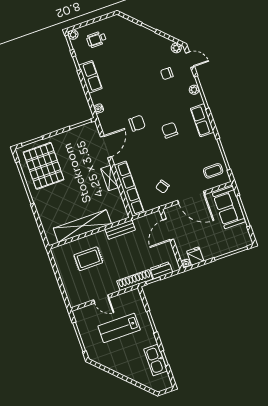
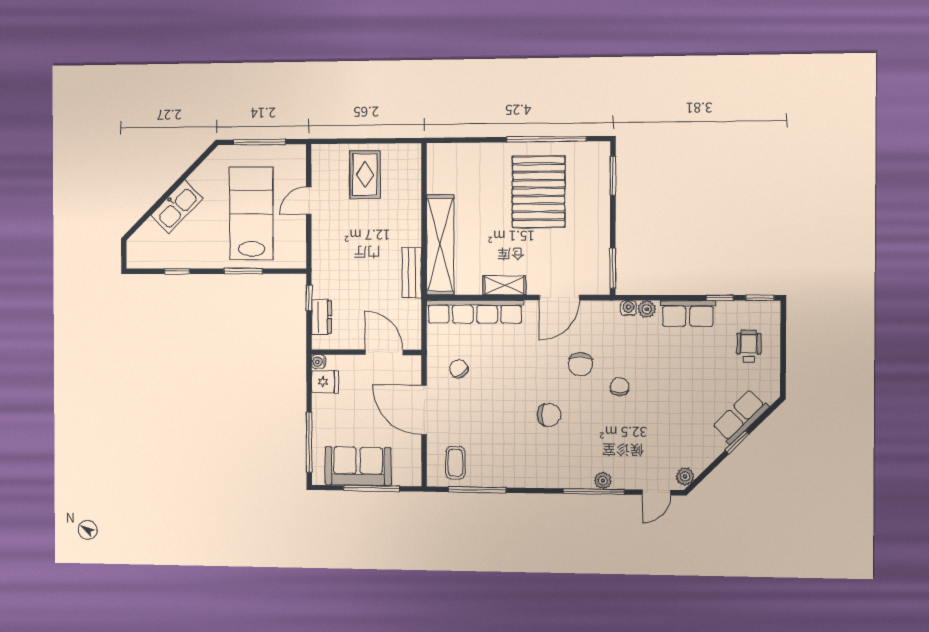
plant: (73, 35) -> (647, 309), moved
chair: (167, 74) -> (620, 387), moved
row of seats: (202, 120) -> (740, 417), moved, turned -45
door: (106, 147) -> (559, 298), hinge flipped
pallet: (44, 166) -> (539, 192), moved, turned 90
door: (191, 197) -> (424, 410), hinge flipped
sofa: (229, 208) -> (358, 466), moved
shelving: (82, 226) -> (440, 245), moved
rug: (88, 259) -> (365, 175), moved
shoe rack: (135, 280) -> (321, 267), removed
lab bench: (119, 328) -> (251, 214), width x1.36, depth x1.39
kitchen sink: (156, 360) -> (177, 207), moved, turned 135

